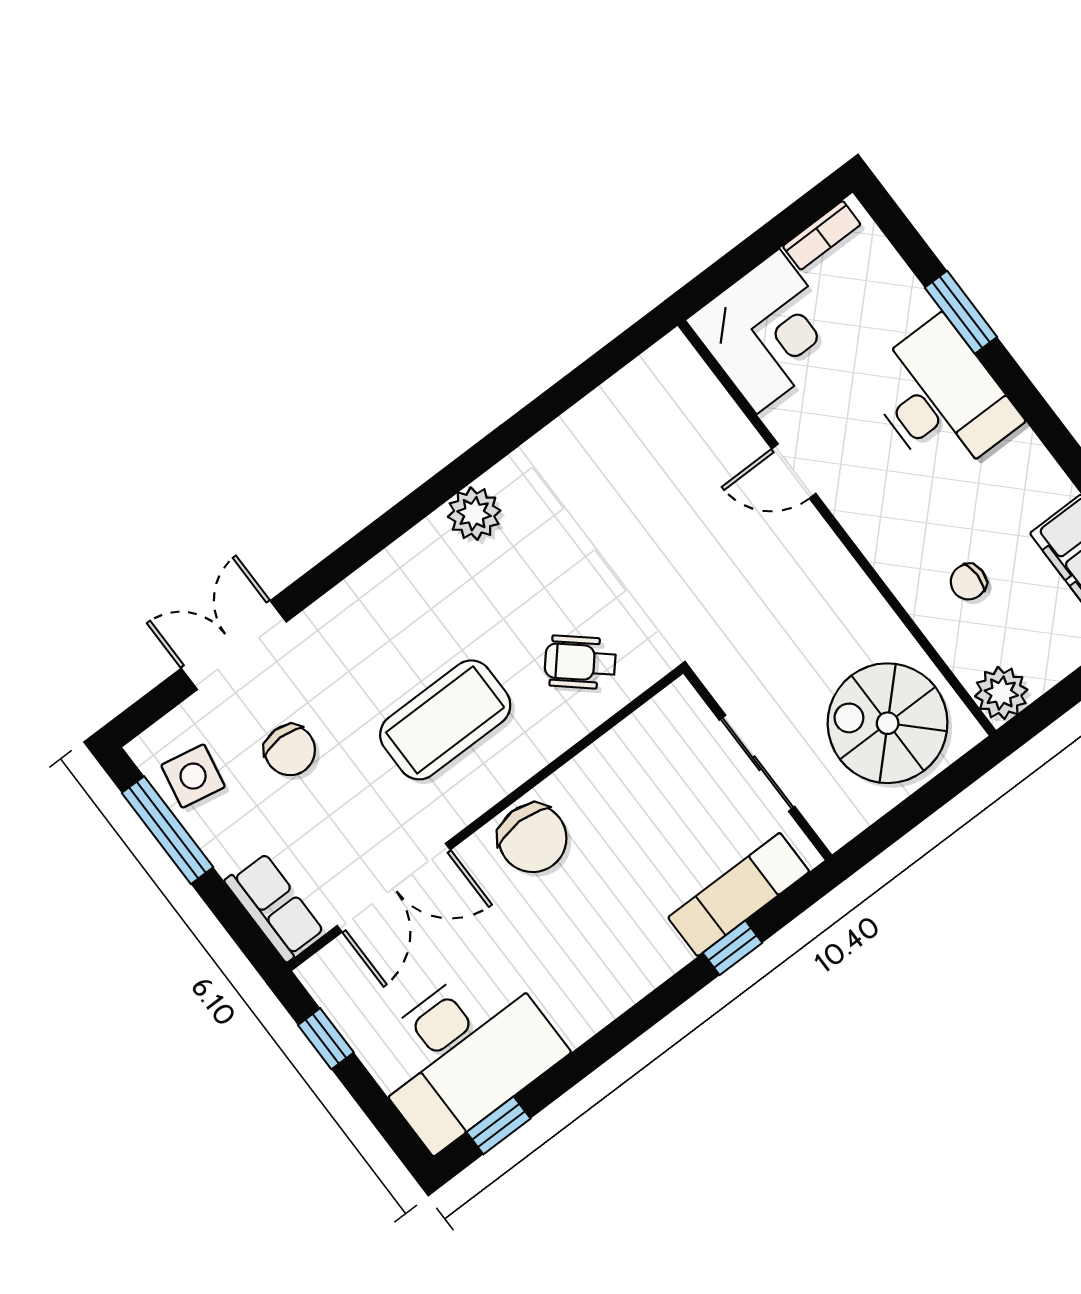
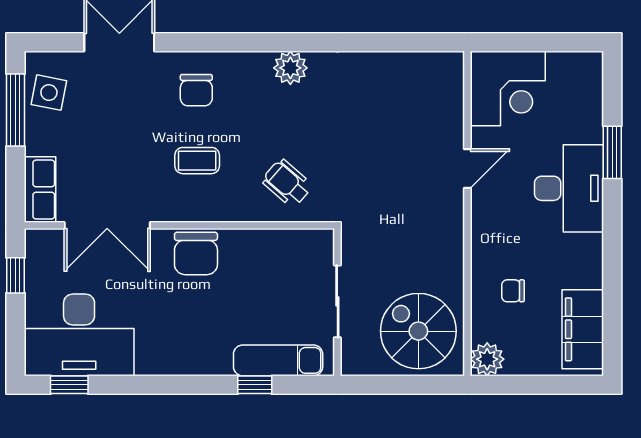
bookcase: (822, 235) -> (571, 61), removed
door: (794, 471) -> (467, 168), swing flipped
coffee table: (445, 720) -> (197, 161), width x0.54, depth x0.58
chair: (290, 750) -> (196, 90), moved

